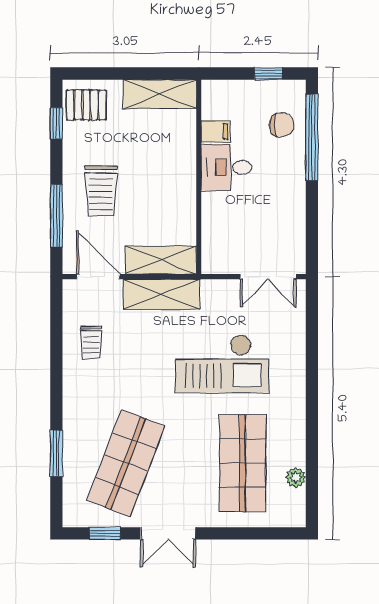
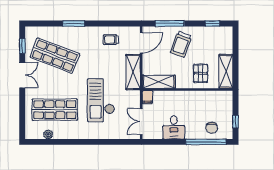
pallet: (86, 105) -> (201, 73), moved
filing cabinet: (216, 131) -> (147, 97), moved
desk: (226, 167) -> (174, 127), moved, turned 180
trolley: (101, 191) -> (181, 44), turned -70
shelving: (161, 260) -> (159, 82), moved, turned 90
window: (56, 453) -> (74, 23), moved
double door: (168, 533) -> (22, 75), swing flipped

